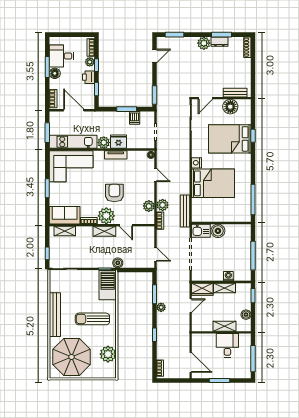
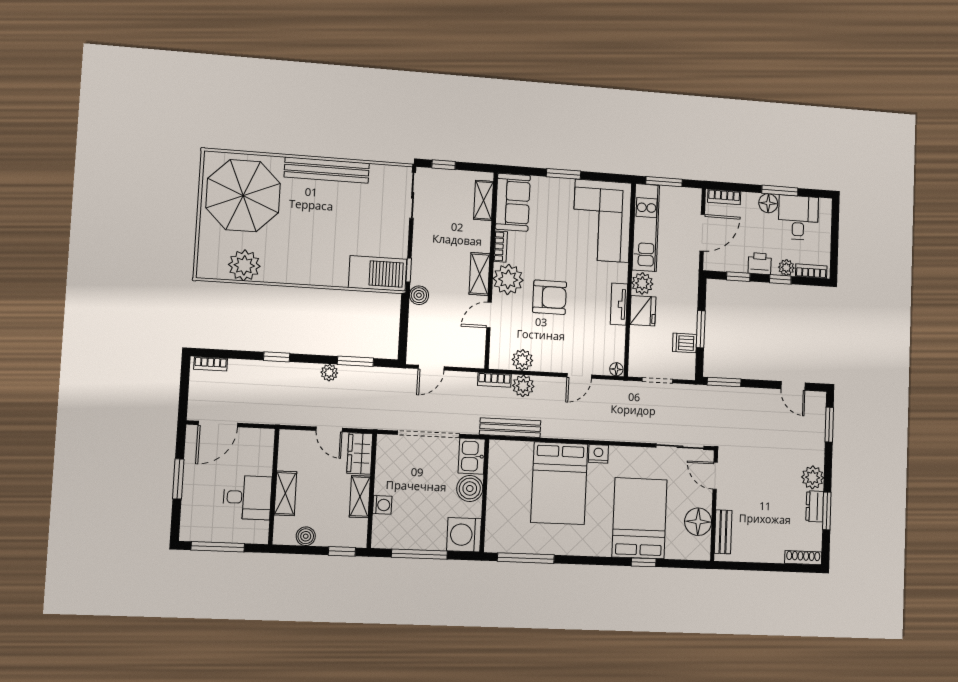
washing machine: (242, 233) -> (464, 535), added
sun lounger: (92, 319) -> (314, 240), removed

